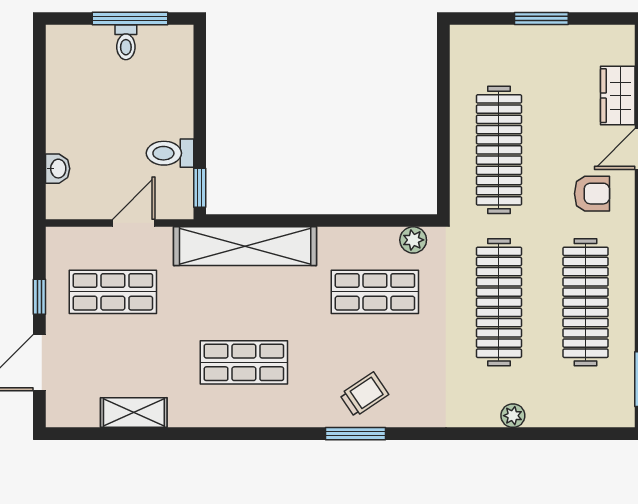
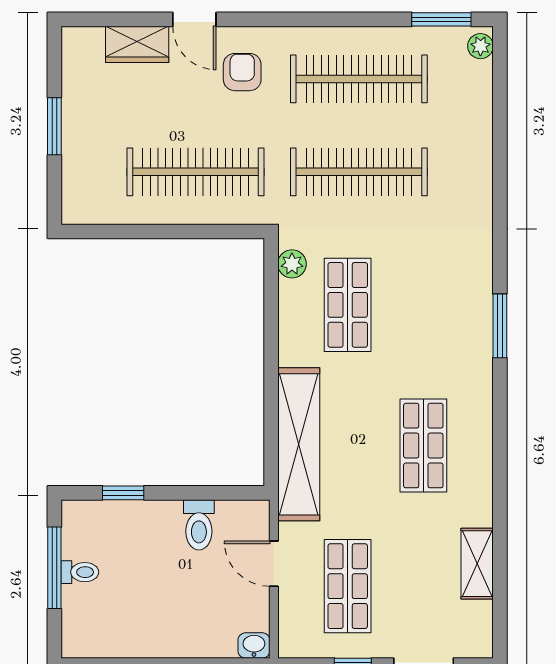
washbasin: (58, 169) -> (254, 645), moved
window: (200, 188) -> (123, 493), moved
trolley: (364, 394) -> (458, 316), removed
plant: (513, 416) -> (480, 46), moved

